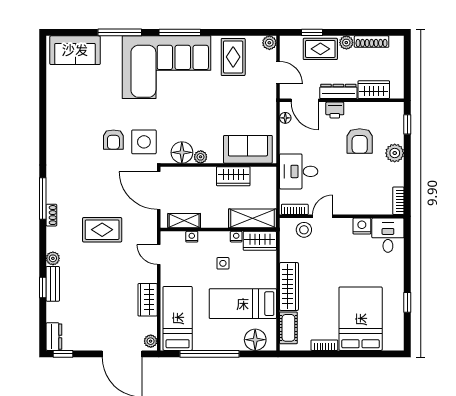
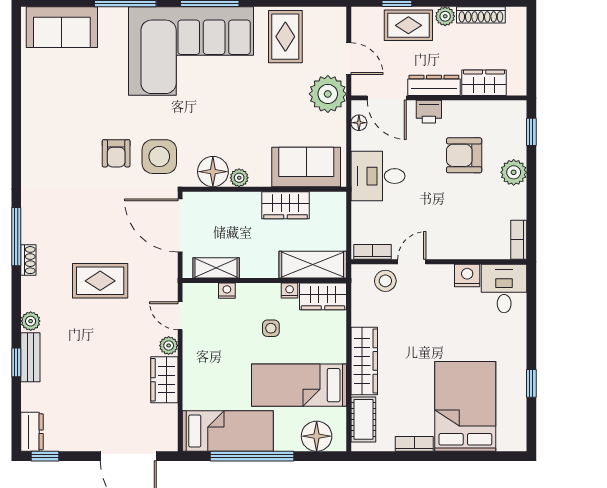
plant: (269, 43) -> (328, 94), moved, width x1.87, depth x1.87
armchair: (360, 141) -> (464, 155), turned 90
desk: (299, 171) -> (378, 176), moved
bed: (178, 318) -> (228, 431), moved, turned 90
plant: (151, 341) -> (169, 346), moved

